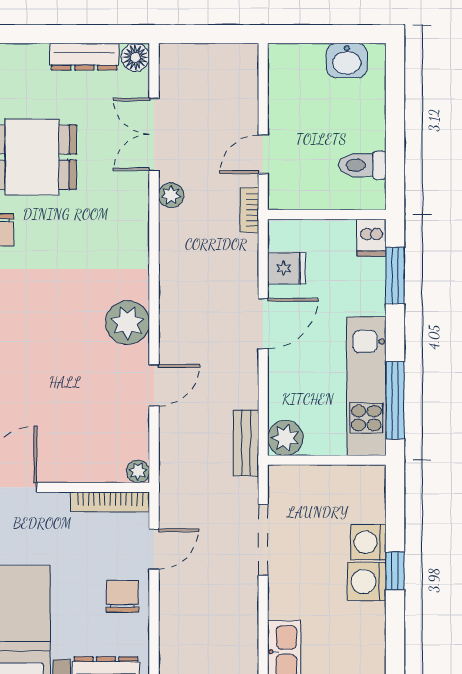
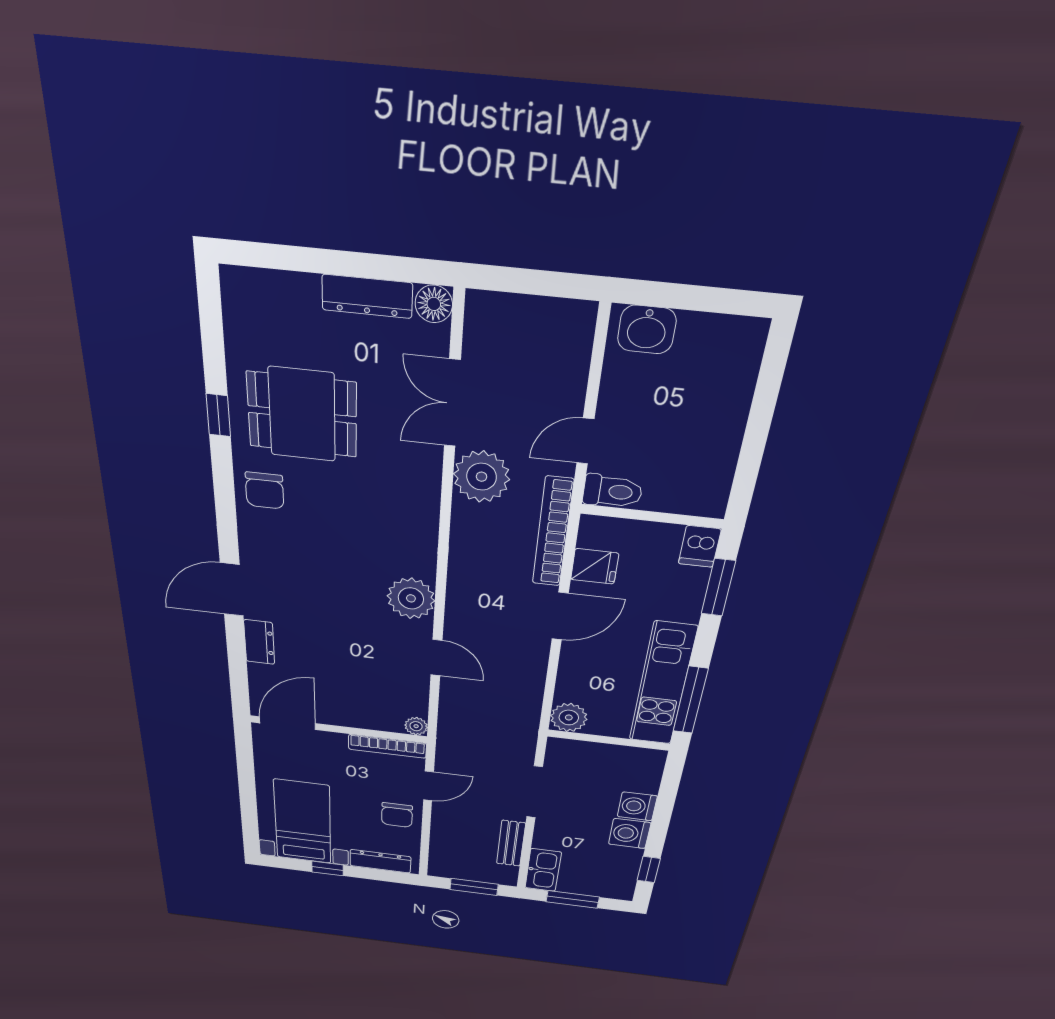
washbasin: (347, 61) -> (647, 330), moved
toilet: (362, 165) -> (613, 491), moved, turned 180
plant: (171, 195) -> (482, 477), width x1.88, depth x1.88
bookcase: (250, 210) -> (553, 532), width x2.31, depth x1.31
door: (154, 385) -> (436, 658), hinge flipped
bench: (246, 443) -> (511, 843), moved
window: (395, 571) -> (649, 870), moved
chair: (122, 596) -> (397, 815), turned 180

